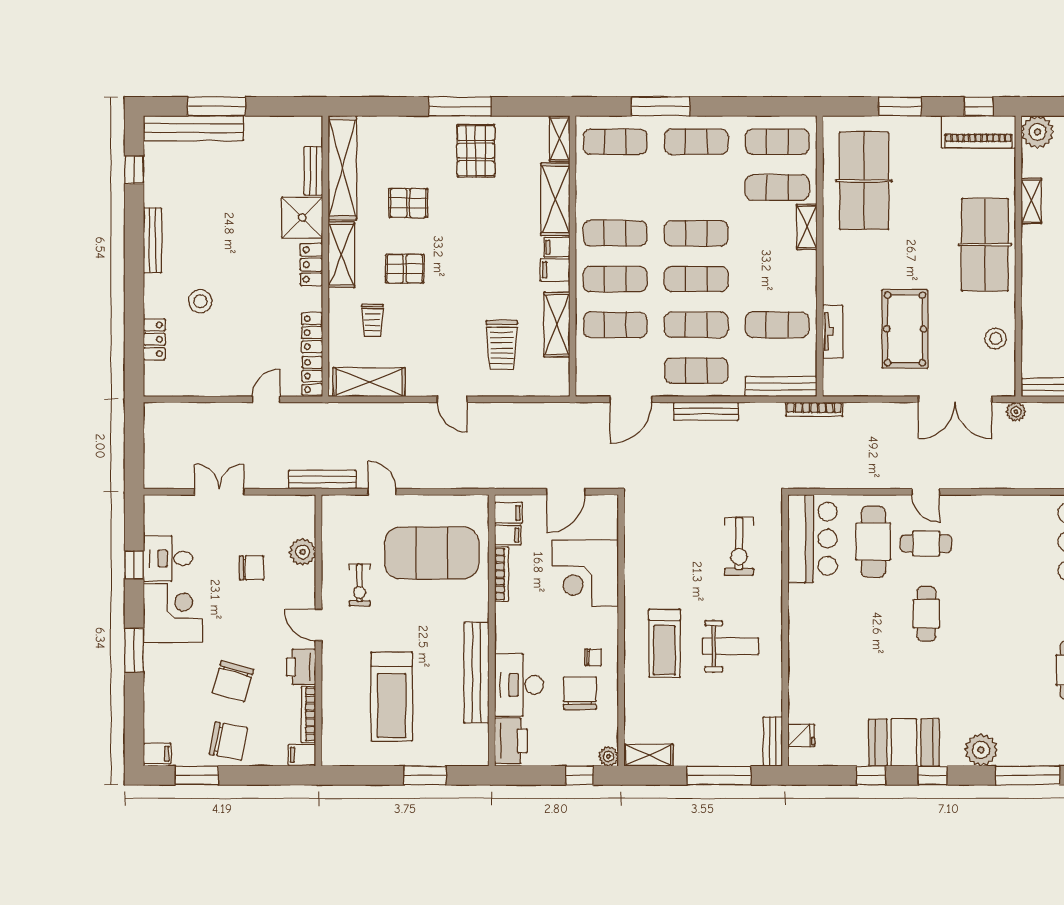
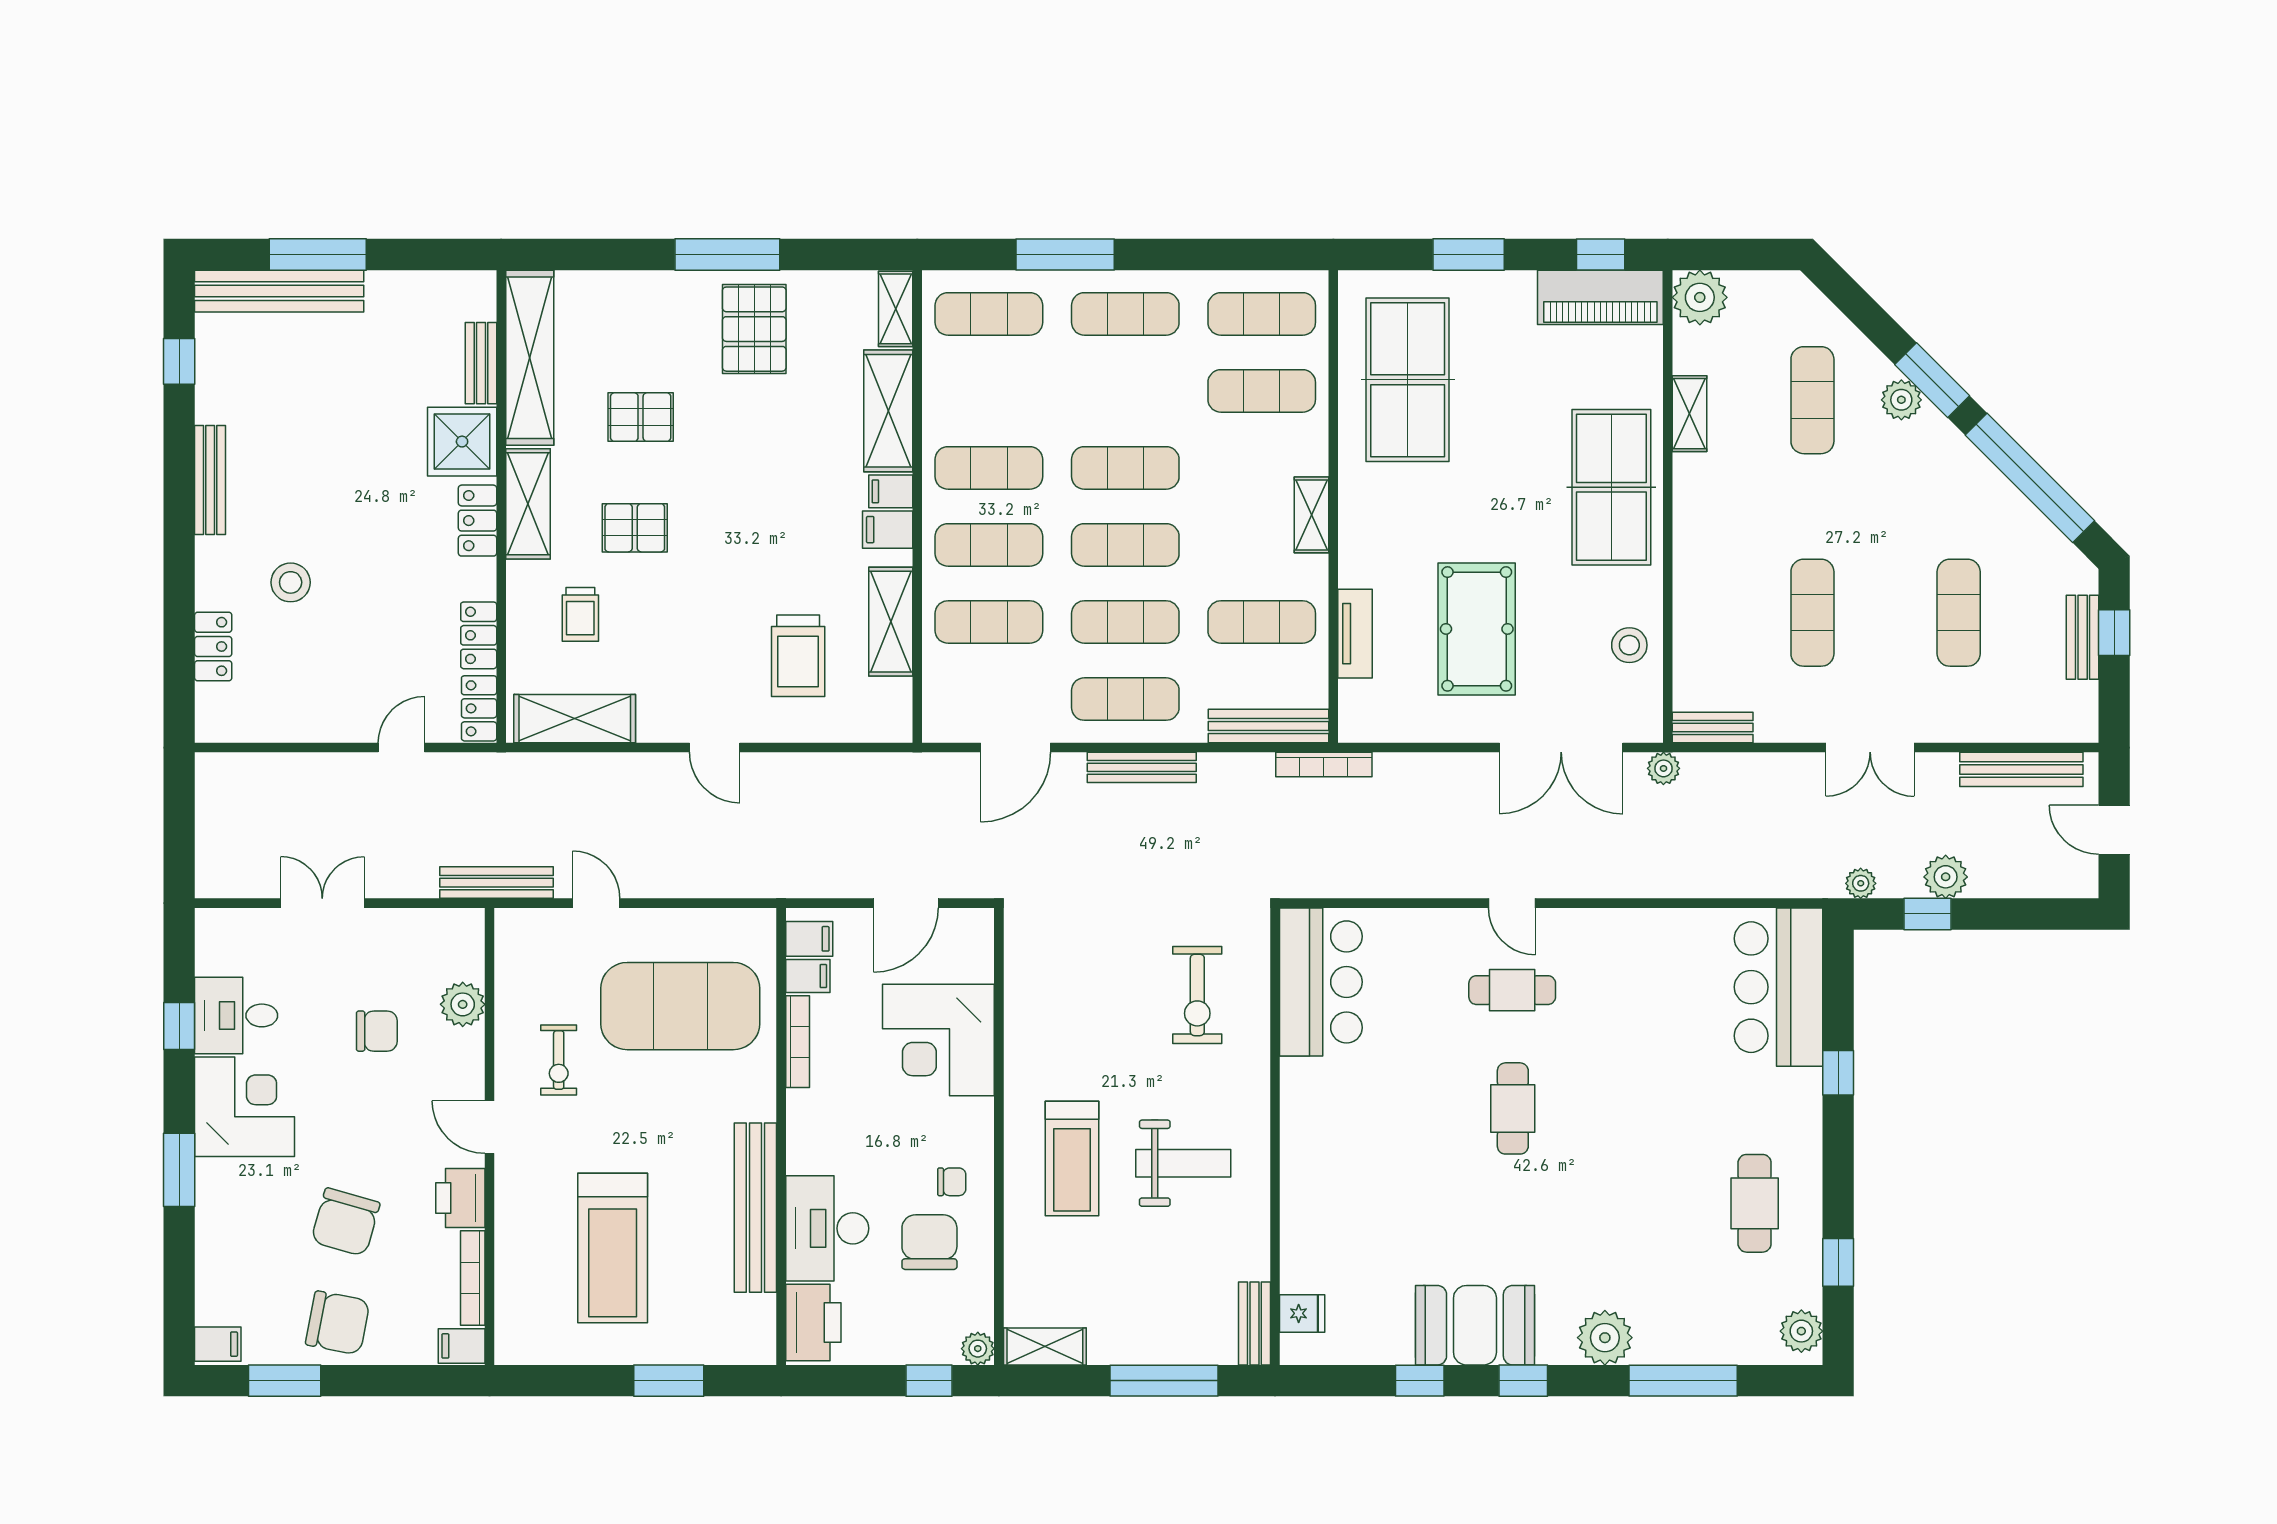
shelving: (807, 227) -> (1312, 515), moved
cafe table: (873, 542) -> (1424, 987), removed

